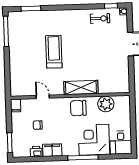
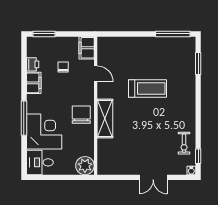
door: (43, 97) -> (96, 74), hinge flipped
plant: (106, 104) -> (85, 166), moved
filing cabinet: (16, 106) -> (87, 48), width x2.00

